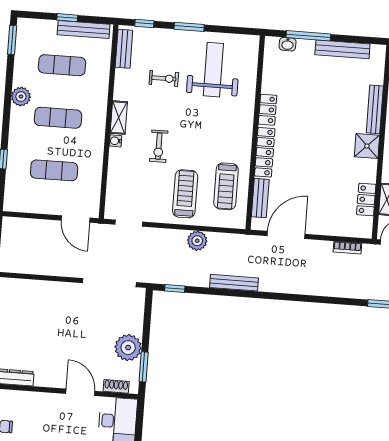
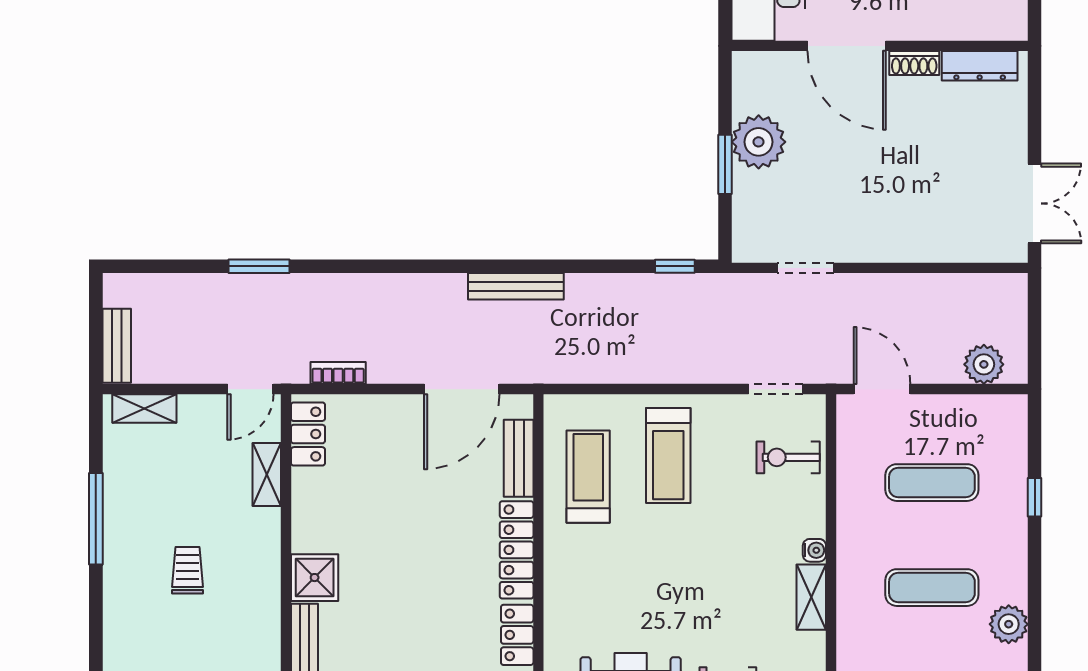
exercise bike: (159, 146) -> (788, 457), moved, turned -90
locker: (366, 200) -> (308, 434), moved
plant: (197, 241) -> (984, 364), moved
doorway: (109, 283) -> (806, 268), width x0.53
bench: (234, 283) -> (516, 286), moved
window: (144, 367) -> (725, 164), moved
shoe rack: (116, 386) -> (914, 63), moved
door: (80, 392) -> (847, 46), width x1.36

